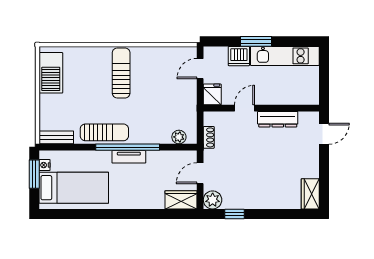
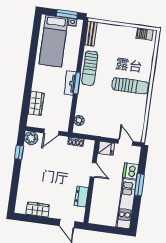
barbecue: (51, 73) -> (144, 34), width x0.53, depth x0.65
dresser: (278, 119) -> (81, 197), width x0.70
window: (128, 147) -> (77, 83), width x0.47
door: (200, 173) -> (51, 132), swing flipped
wardrobe: (310, 194) -> (38, 210), moved
wardrobe: (181, 200) -> (36, 103), moved

